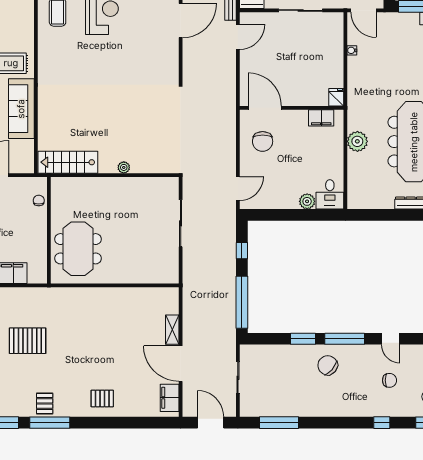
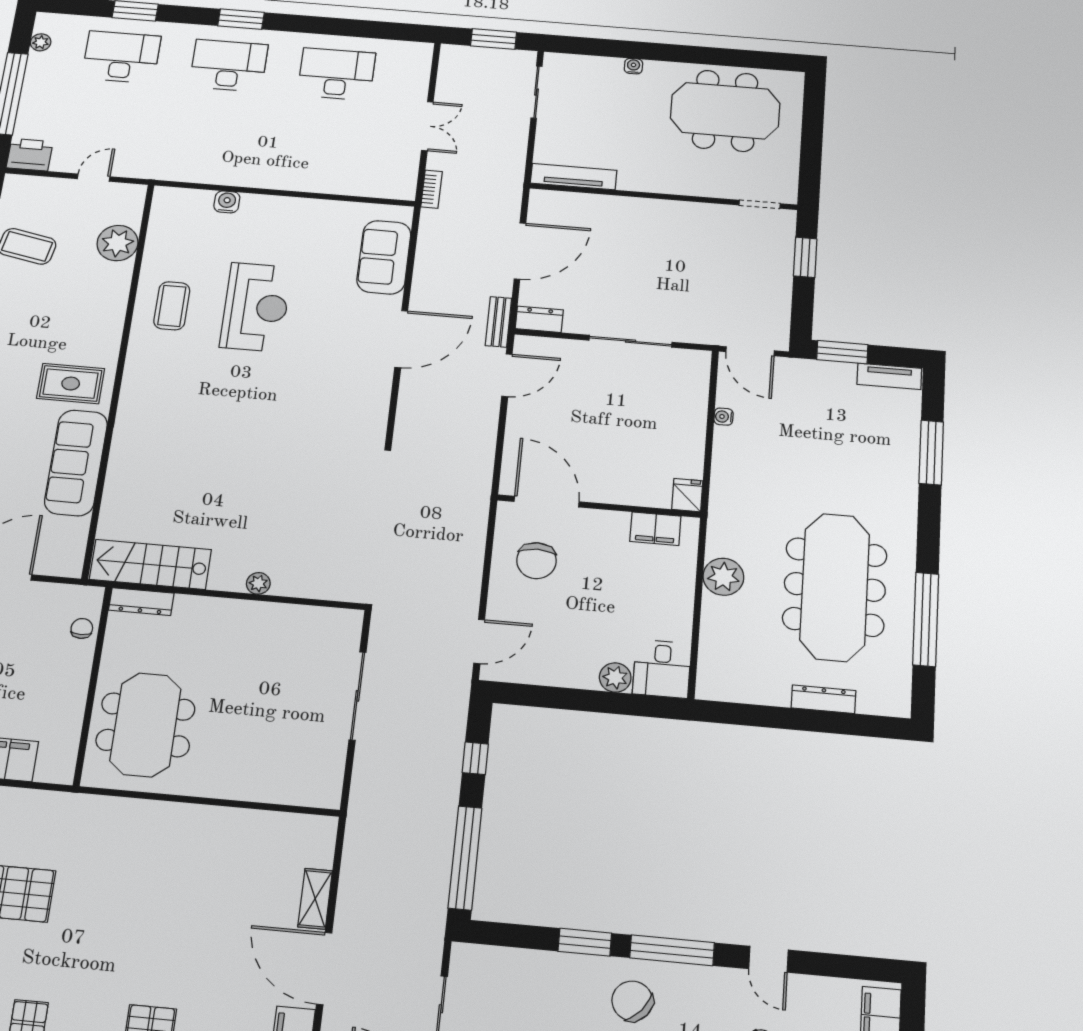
dresser: (66, 183) -> (141, 602), added

